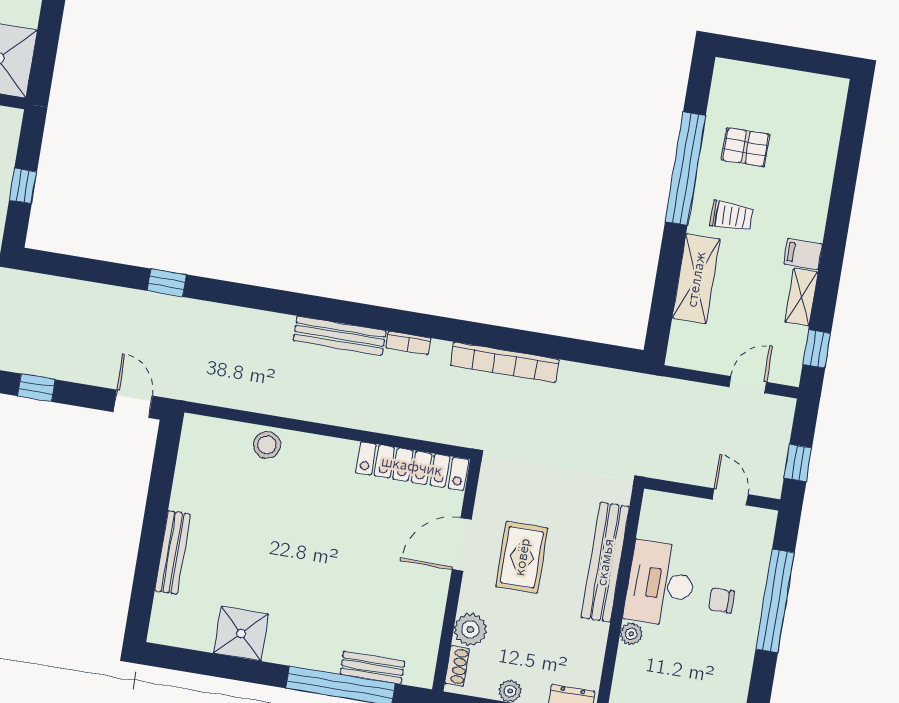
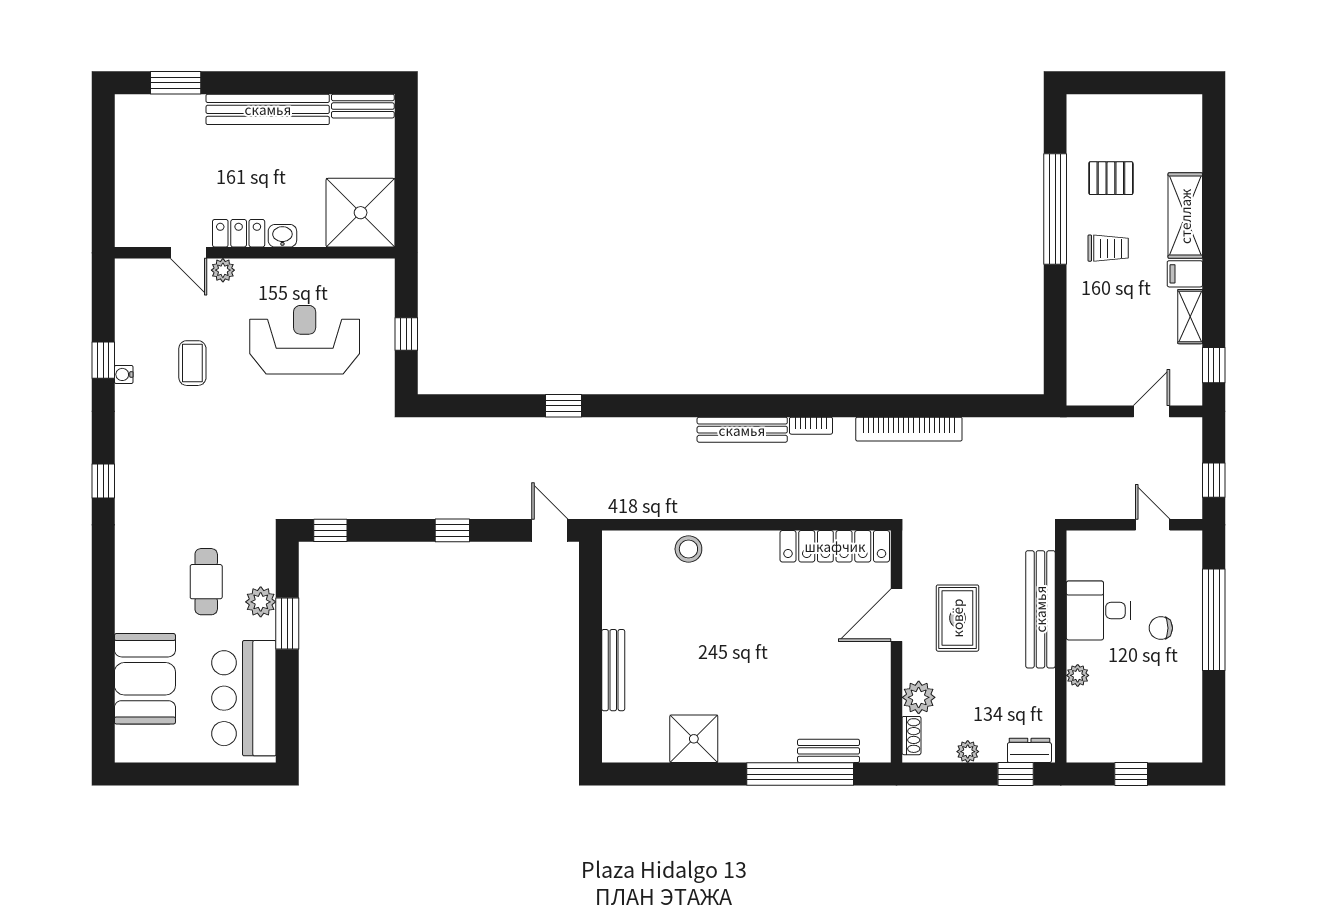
shelving: (696, 279) -> (1185, 216), moved
desk: (660, 584) -> (1098, 610), width x0.73

